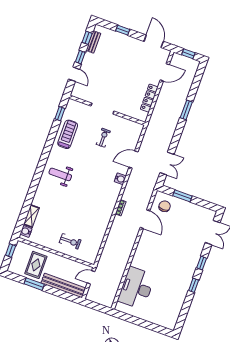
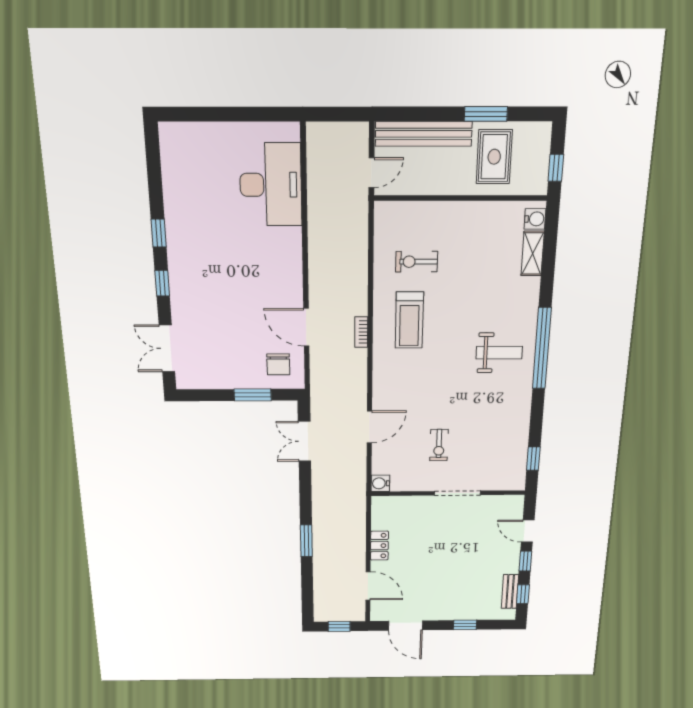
door: (165, 72) -> (368, 586), swing flipped
locker: (149, 98) -> (379, 546), width x0.66
treadmill: (68, 134) -> (409, 320), moved
window: (40, 169) -> (542, 348), added
water cooler: (120, 179) -> (380, 483), moved
exercise bike: (70, 241) -> (417, 262), moved

